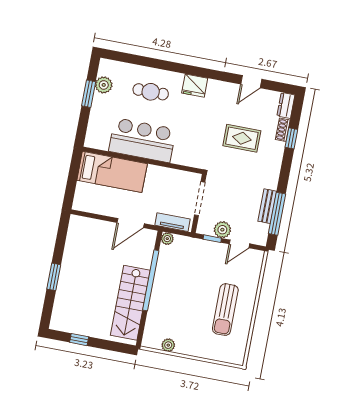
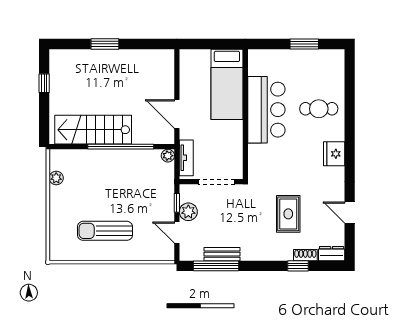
plant: (104, 85) -> (317, 58), removed
cafe table: (151, 92) -> (319, 109), turned 90

